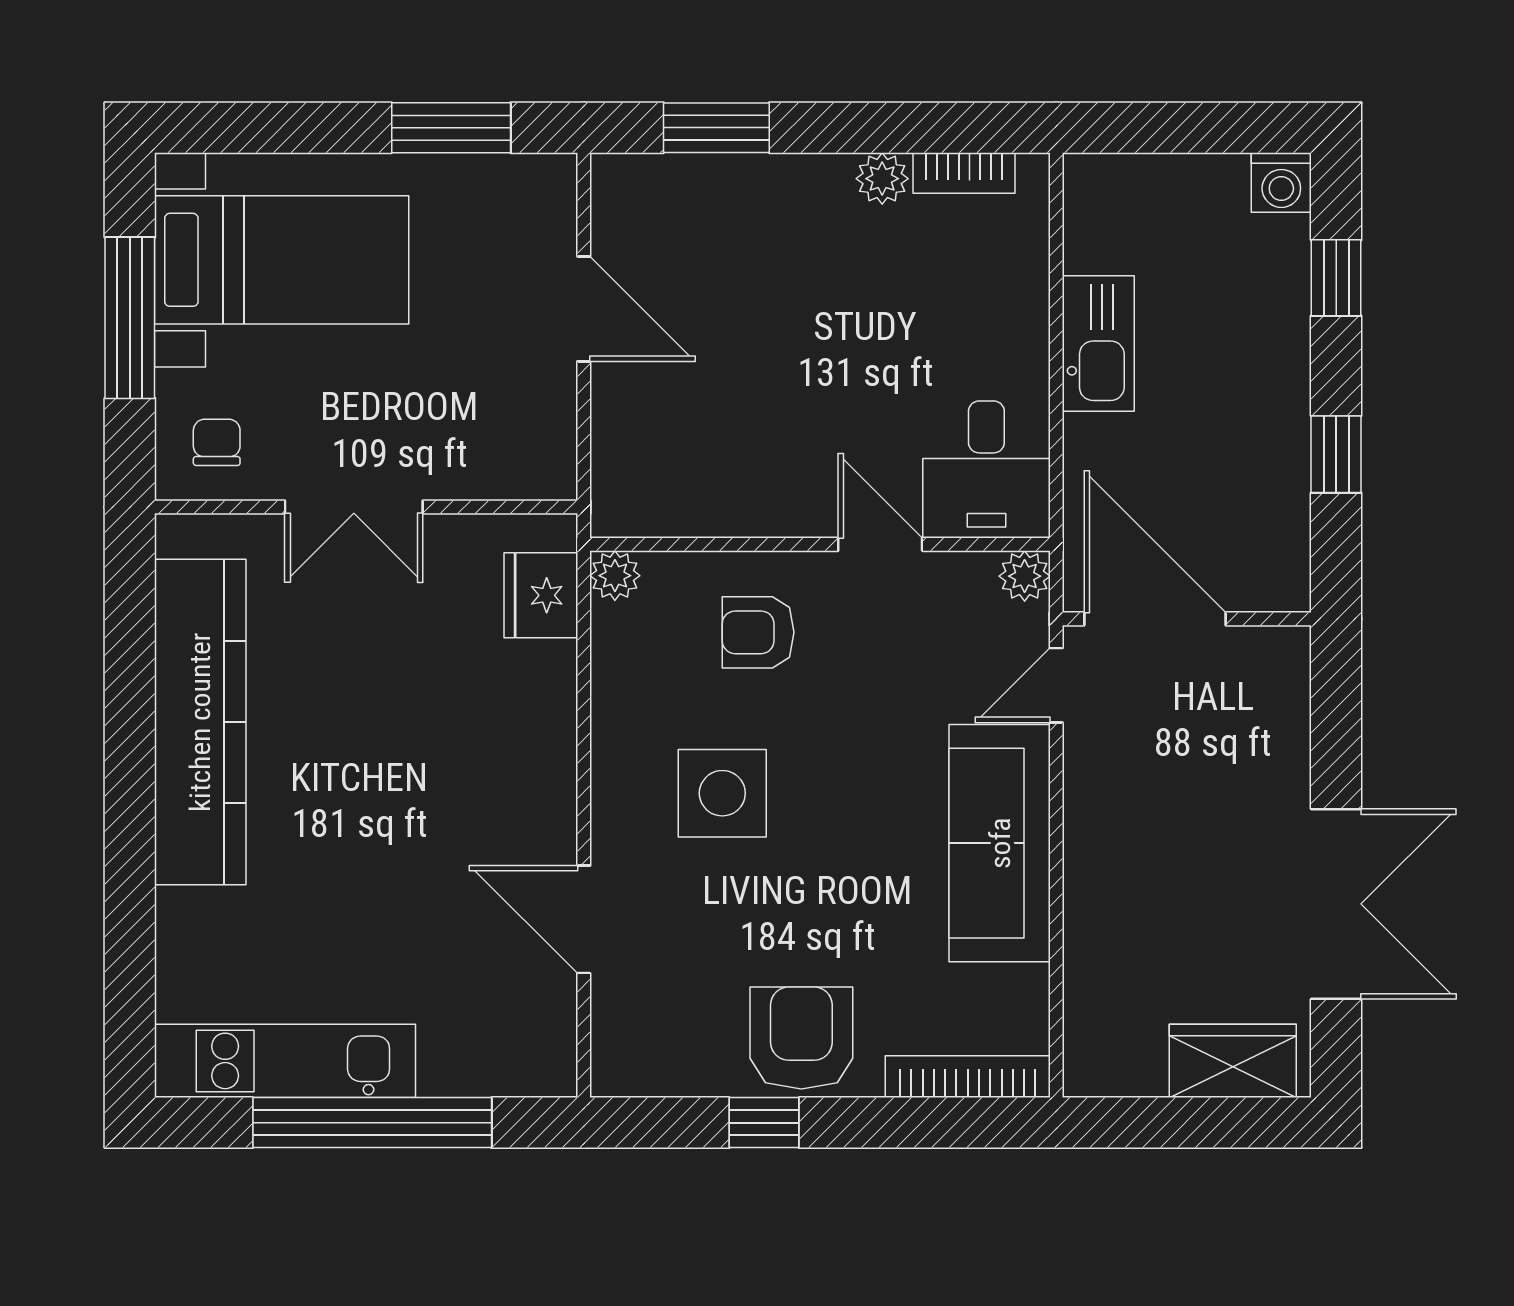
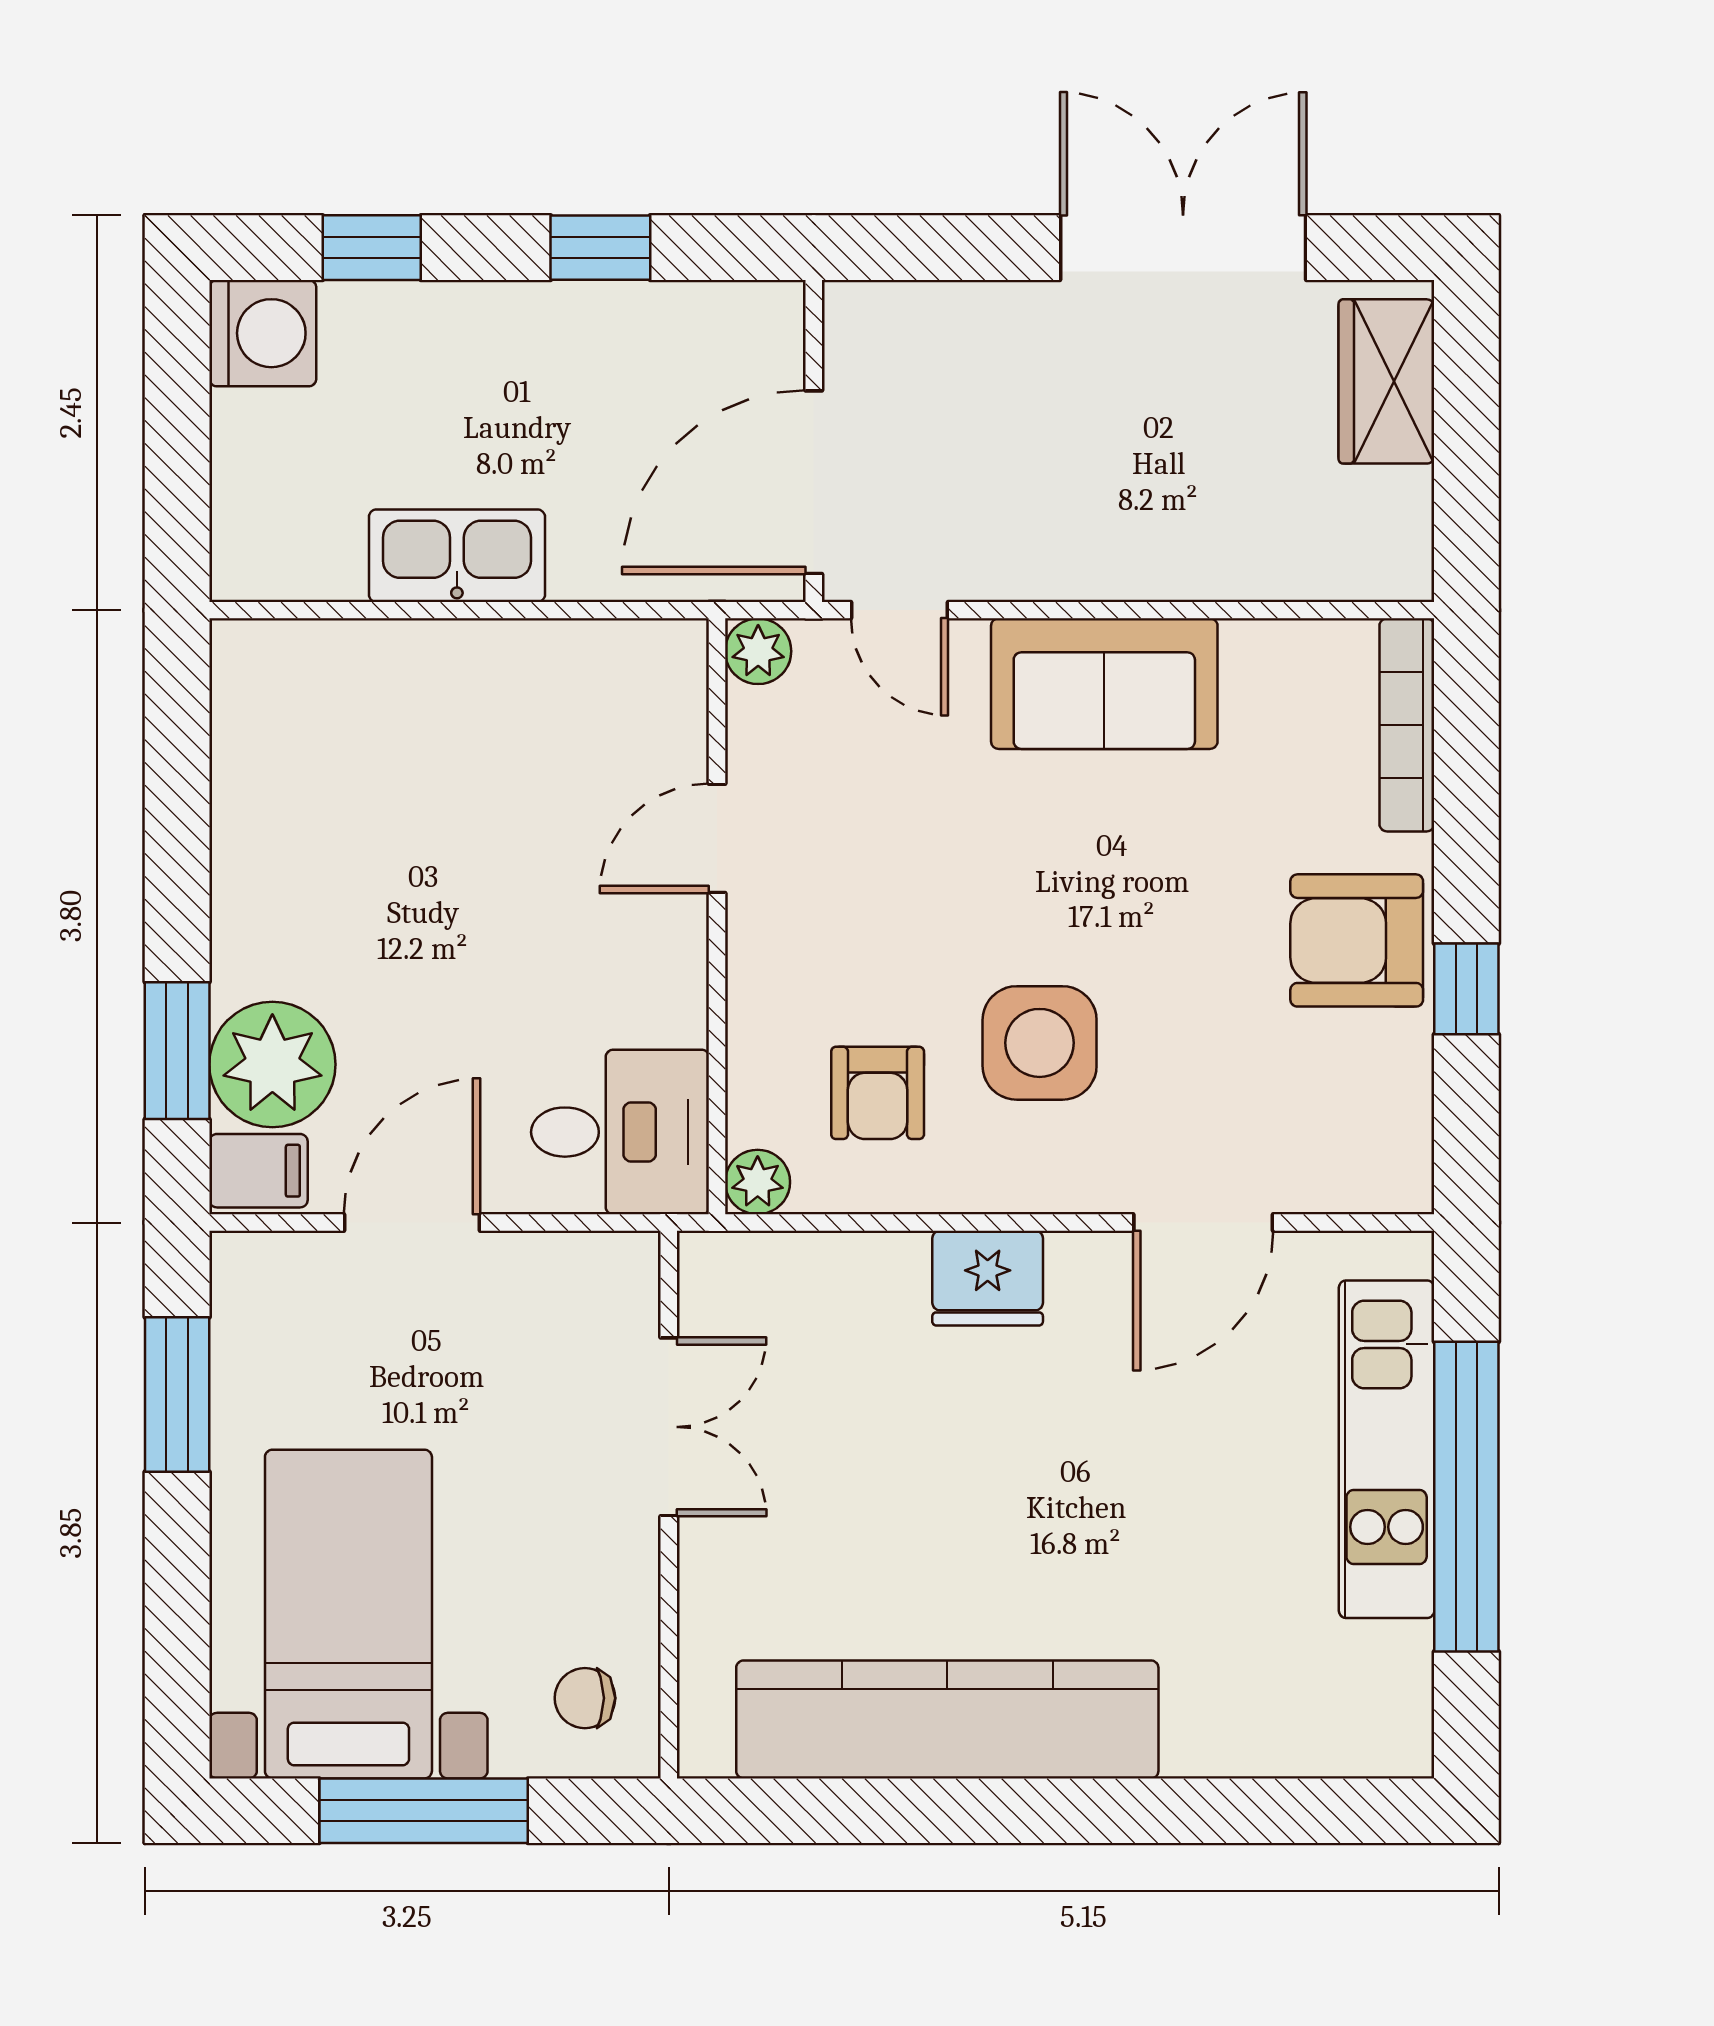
bookcase: (964, 173) -> (236, 730), removed
plant: (882, 179) -> (272, 1064), moved, width x1.87, depth x1.87
washing machine: (1281, 182) -> (263, 333), width x1.38, depth x1.38
filing cabinet: (624, 190) -> (259, 1171), added
desk: (986, 469) -> (620, 1132), moved
double door: (354, 507) -> (669, 1427), moved
fridge: (541, 595) -> (988, 1278), moved
armchair: (758, 632) -> (878, 1093), moved
sofa: (1000, 843) -> (1104, 684), width x0.73
kitchen unit: (285, 1061) -> (1387, 1449), moved

